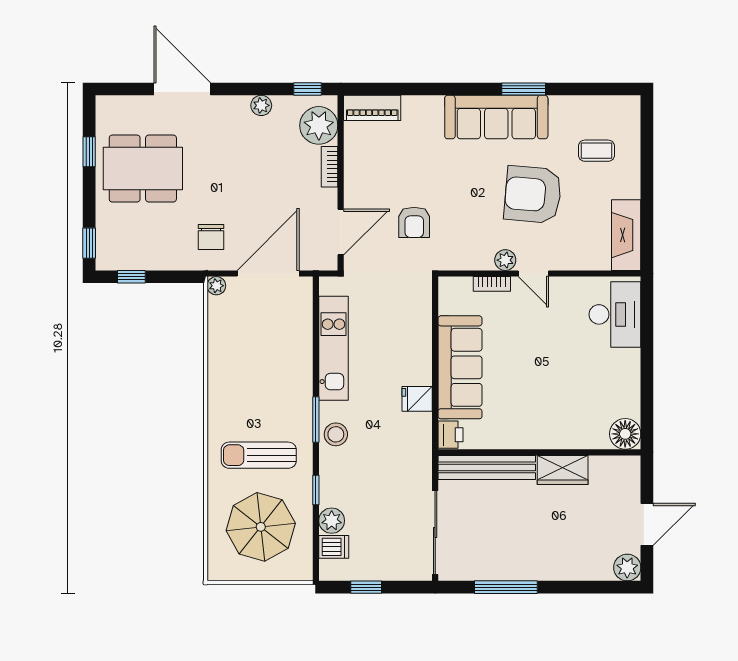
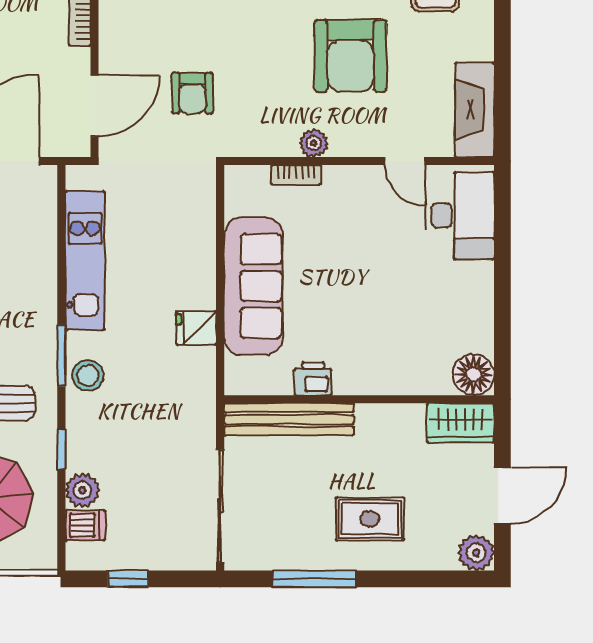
armchair: (533, 195) -> (350, 56), turned -95
door: (533, 274) -> (405, 161), moved
printer: (451, 435) -> (313, 379), moved, turned -90
wardrobe: (563, 470) -> (461, 423), moved
rug: (547, 542) -> (370, 519), added

